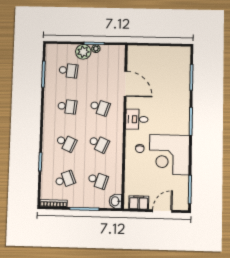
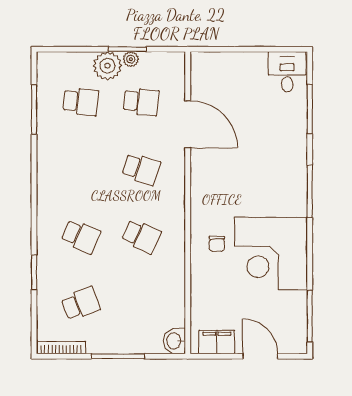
school desk: (67, 107) -> (141, 102), moved
desk: (137, 119) -> (287, 72), moved, turned 90
school desk: (98, 180) -> (141, 304), removed
door: (162, 211) -> (260, 356), hinge flipped

